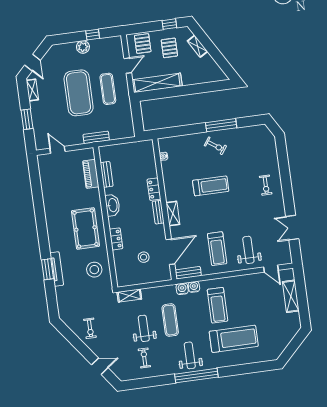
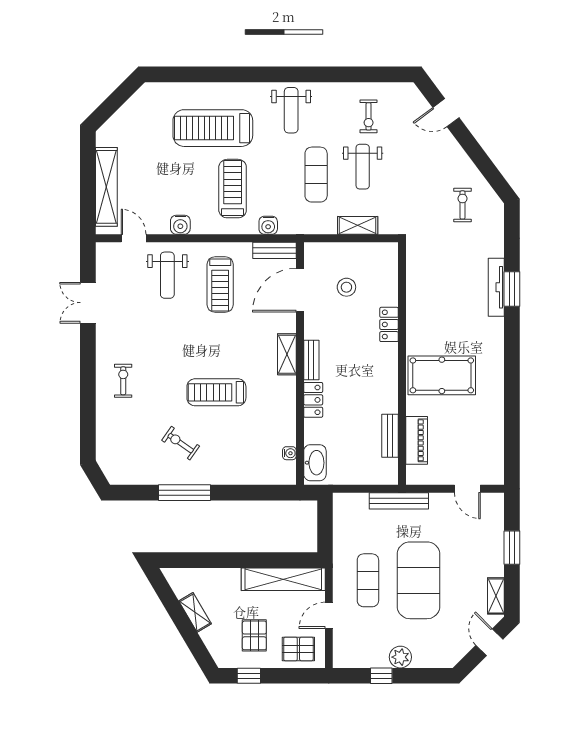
pallet: (143, 44) -> (298, 649), turned 90
shelving: (197, 46) -> (195, 612), moved
bench: (96, 137) -> (399, 501), width x1.36
exercise bike: (215, 146) -> (181, 443), moved
washbasin: (112, 205) -> (315, 463), moved, turned 180
pool table: (85, 228) -> (442, 375), moved, turned 90
double door: (292, 228) -> (88, 303), swing flipped
treadmill: (217, 249) -> (220, 285), turned 180
stool: (94, 270) -> (433, 278), removed
water cooler: (182, 289) -> (180, 225), moved
shelving: (129, 296) -> (358, 225), moved
shelving: (291, 296) -> (106, 187), width x1.47
exercise bike: (90, 328) -> (463, 205), moved
window: (196, 376) -> (284, 74), removed

